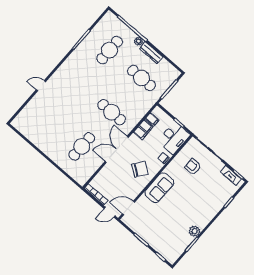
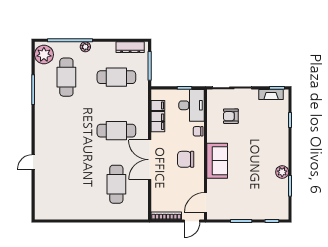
plant: (108, 23) -> (44, 55), added
dresser: (151, 53) -> (130, 47), moved
chair: (140, 169) -> (186, 159), turned -125

